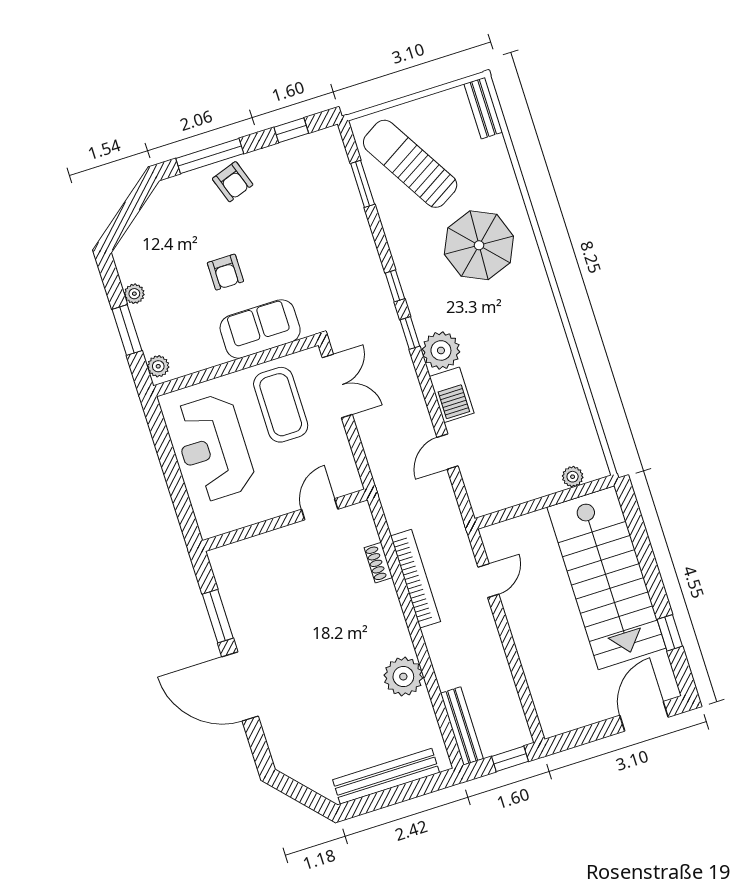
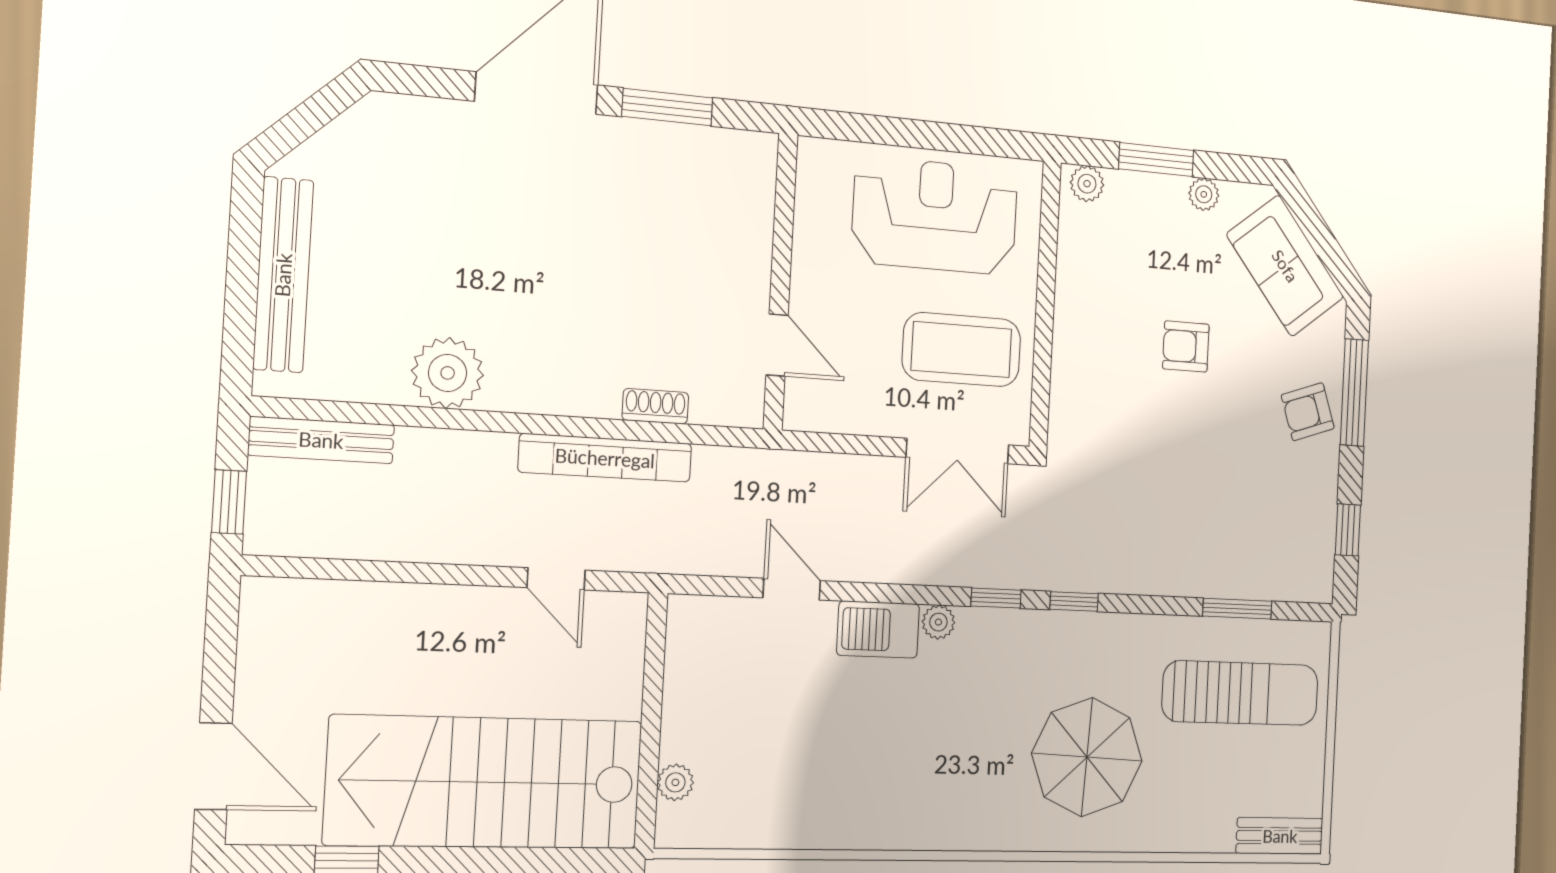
sun lounger: (410, 164) -> (1240, 693), turned 31
sofa: (260, 329) -> (1285, 266), moved, turned 141
plant: (441, 350) -> (938, 622), width x0.53, depth x0.53

